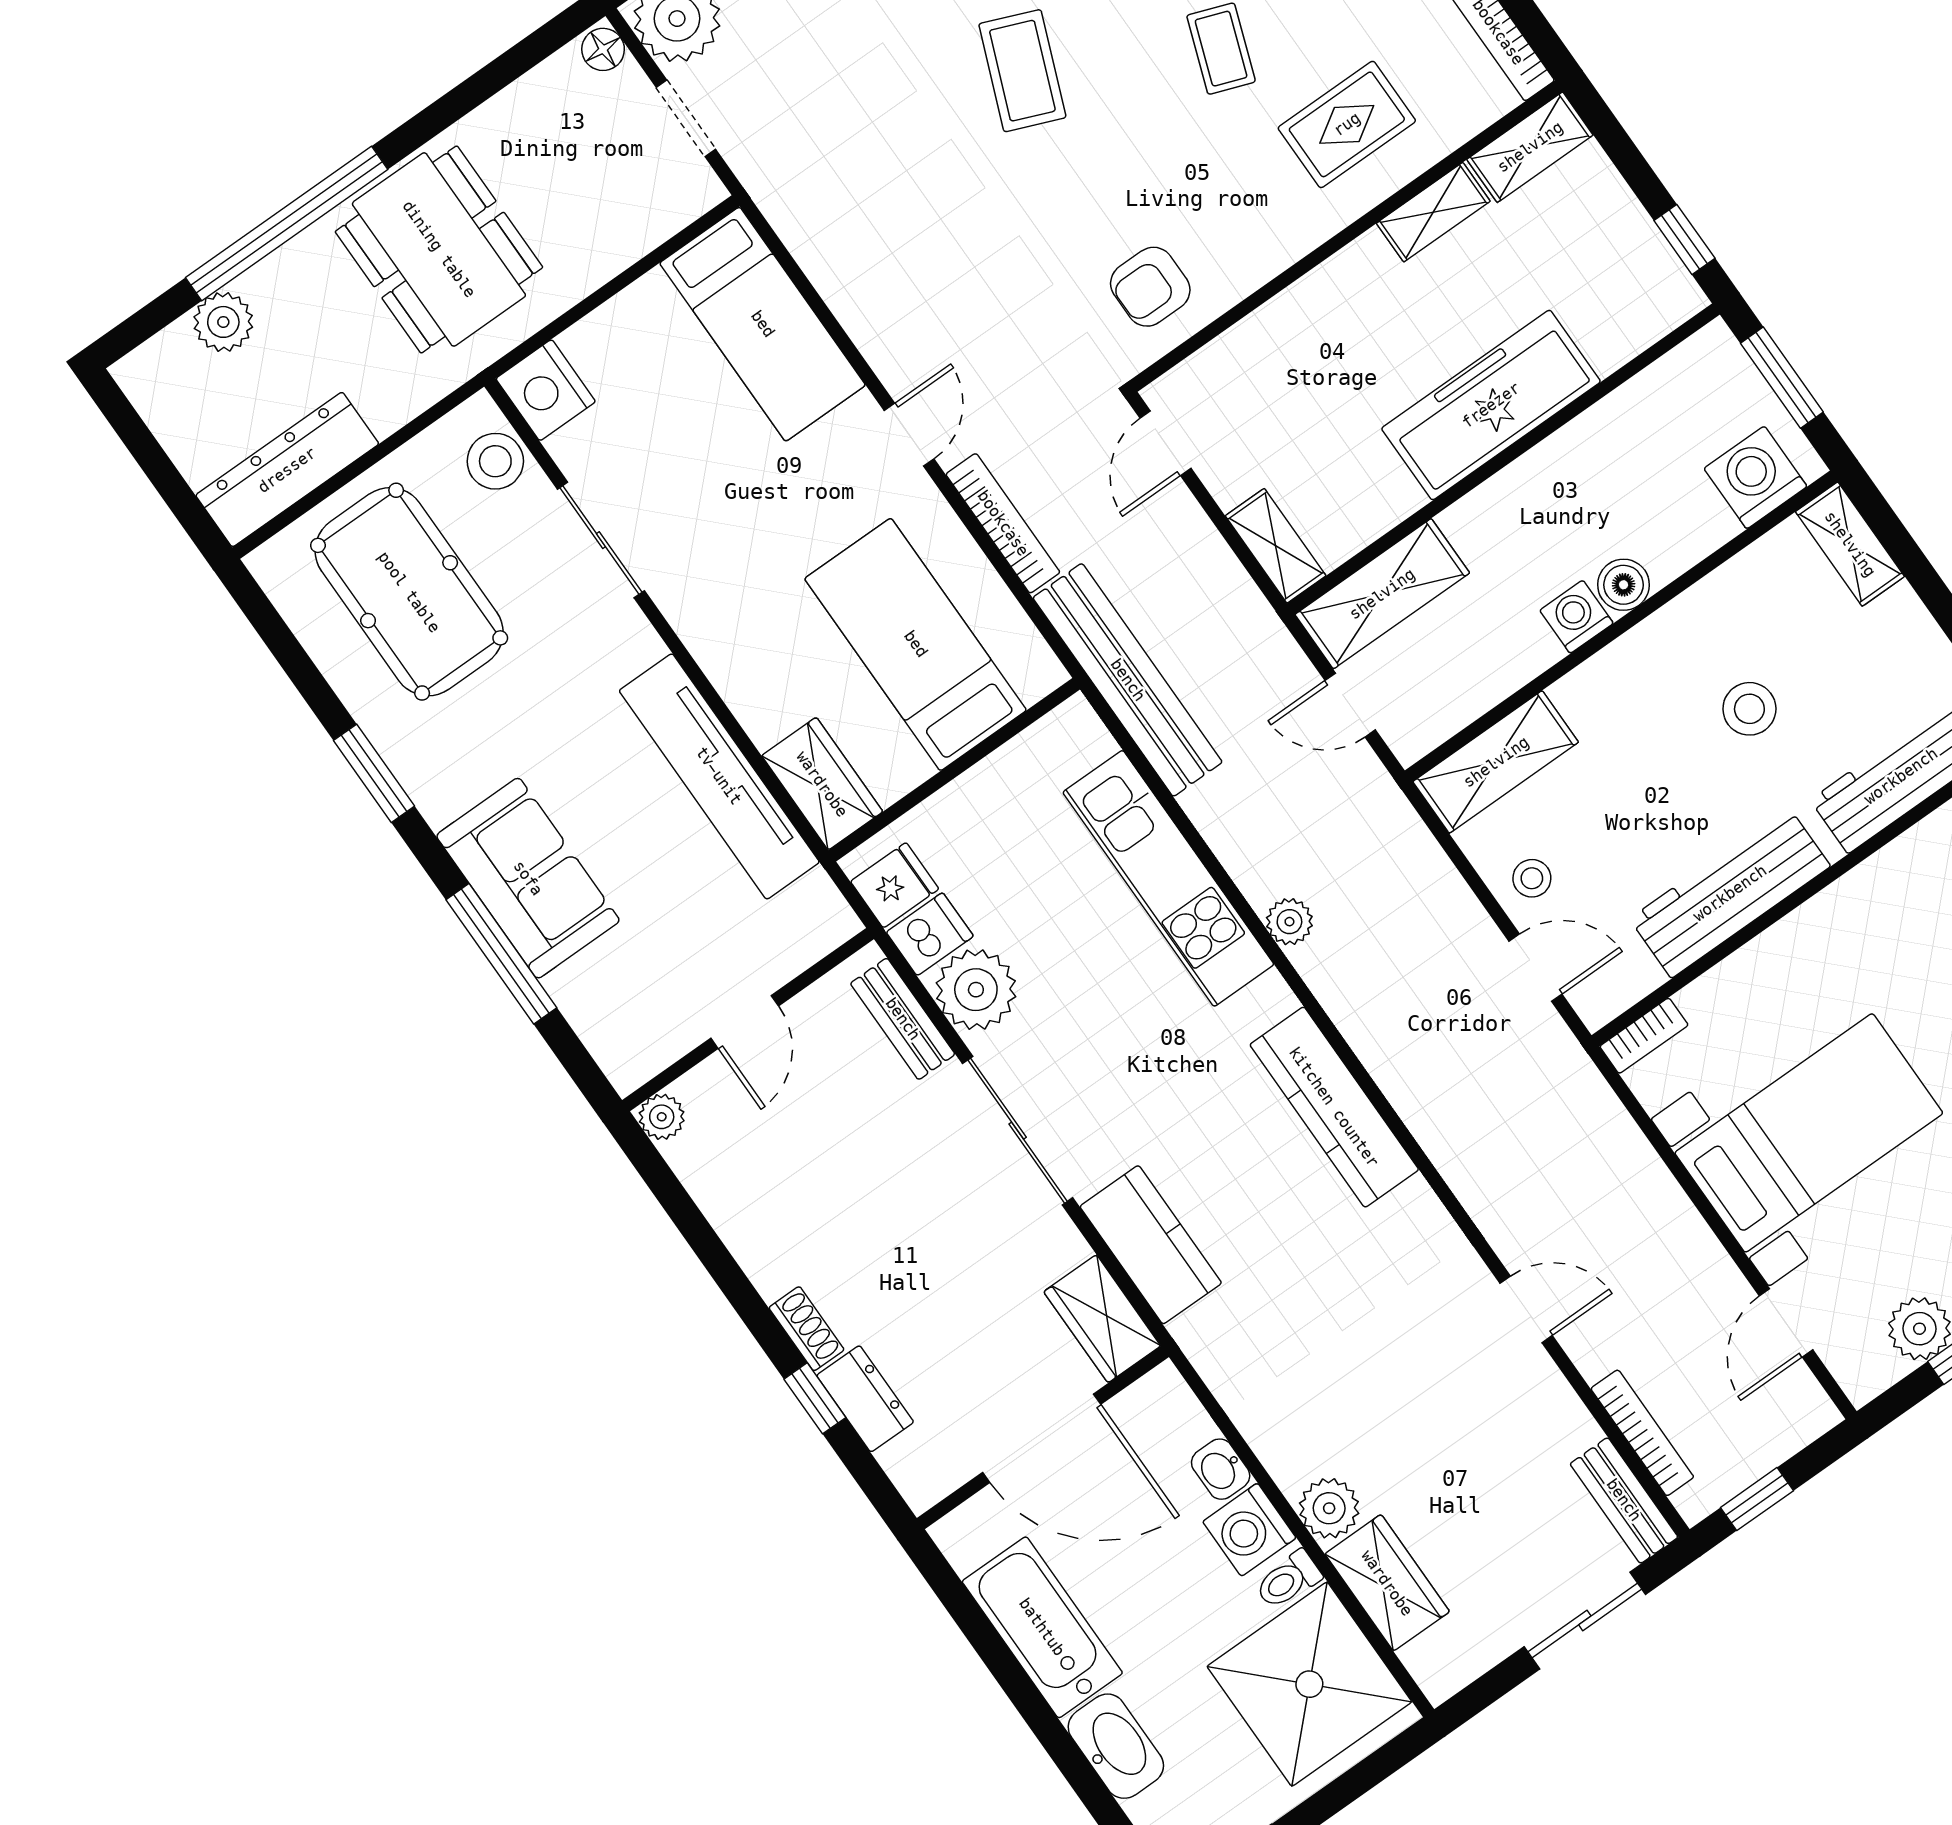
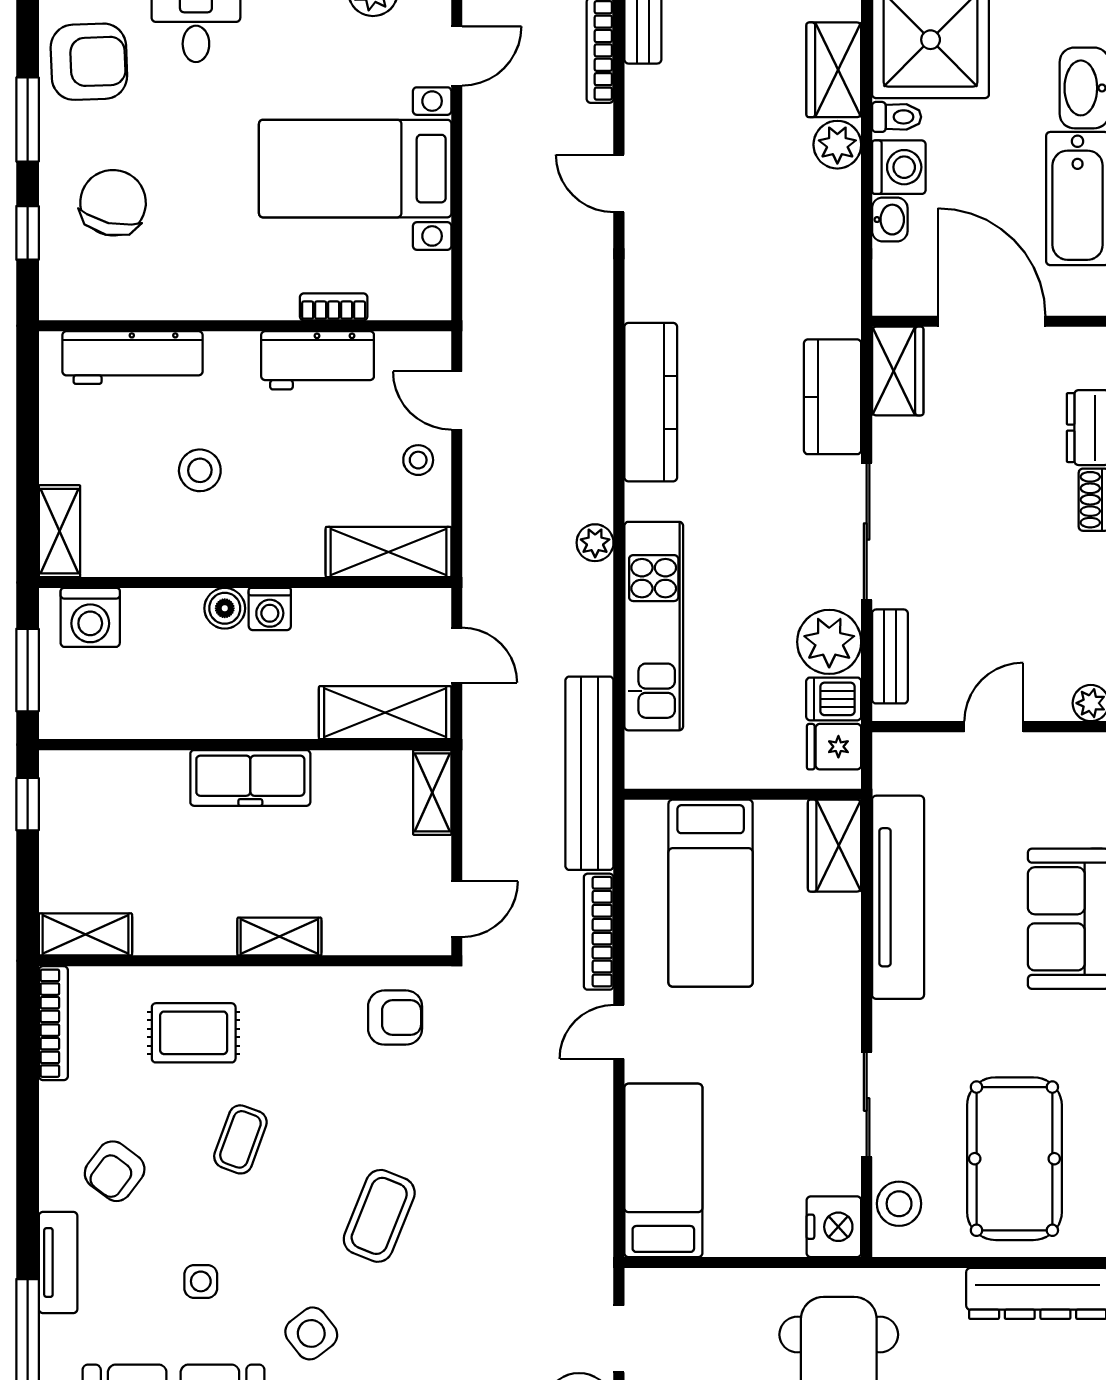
shelving: (1433, 212) -> (279, 937), moved
freezer: (1491, 405) -> (250, 778), width x0.73, depth x0.79
workbench: (1730, 893) -> (318, 360), width x0.73
bookcase: (1644, 1036) -> (334, 307), moved

